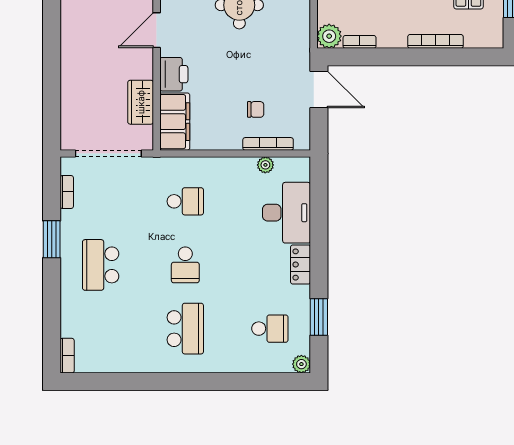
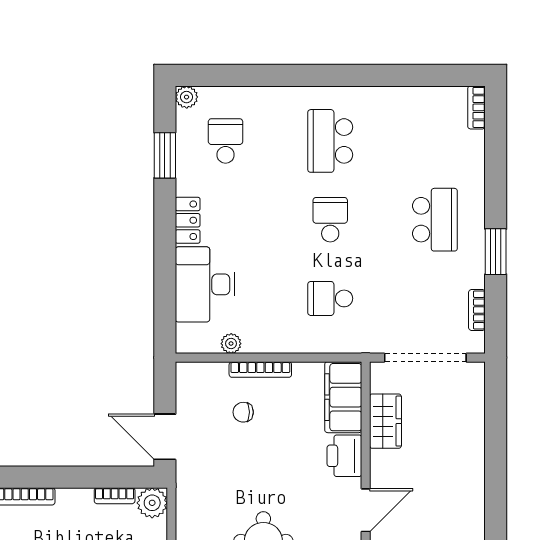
bookcase: (268, 144) -> (260, 370), moved
school desk: (270, 329) -> (226, 141), turned 90

